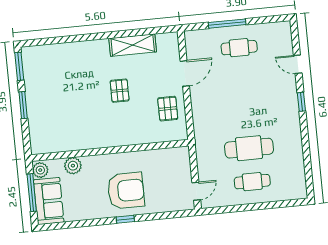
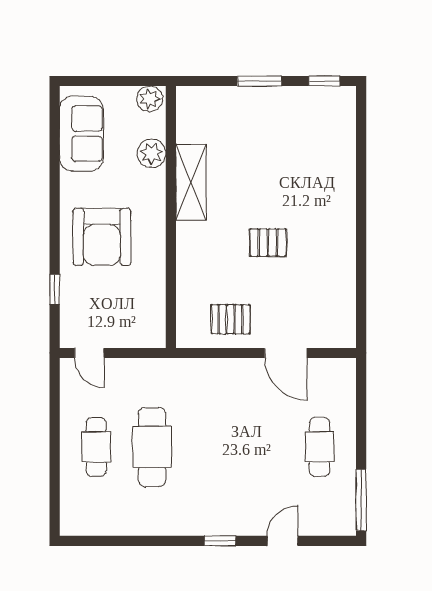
window: (227, 24) -> (361, 500), moved
shelving: (133, 45) -> (191, 182), moved
window: (19, 66) -> (324, 81), width x0.67
window: (32, 193) -> (114, 81), removed
sofa: (49, 201) -> (81, 134), moved, turned -90
window: (125, 219) -> (55, 289), moved

